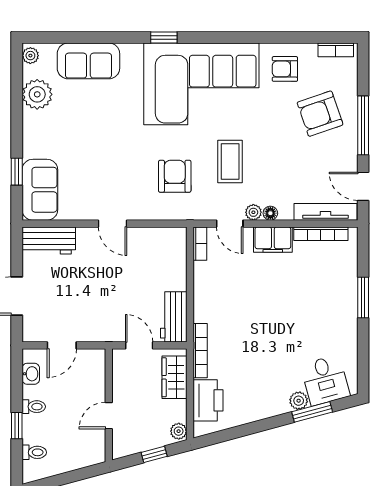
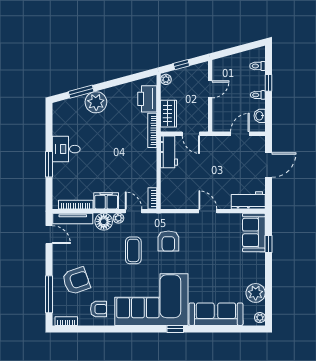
sofa: (88, 61) -> (216, 314), width x1.36
window: (363, 125) -> (49, 294), moved
floor lamp: (270, 213) -> (104, 222), width x1.89, depth x1.89
desk: (325, 380) -> (66, 149), moved, turned -75
plant: (299, 401) -> (96, 102), width x1.88, depth x1.88

